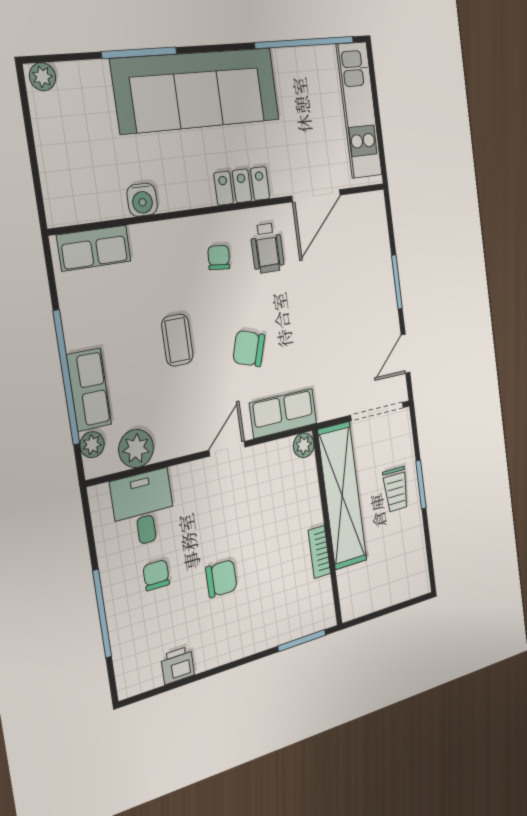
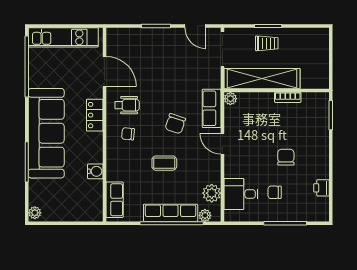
row of seats: (89, 390) -> (171, 213), width x1.48

